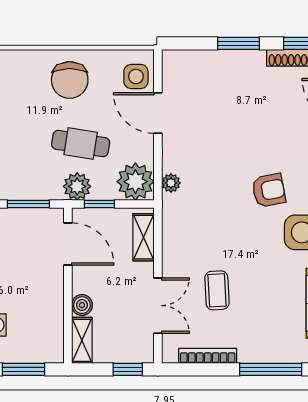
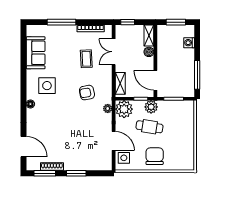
armchair: (269, 190) -> (87, 93), moved

